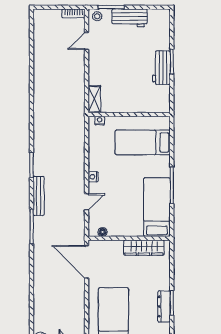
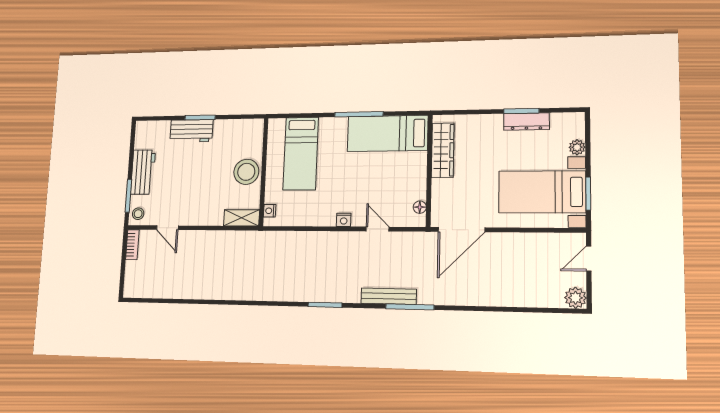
workbench: (161, 68) -> (191, 131), moved
stool: (129, 101) -> (246, 172), added
bench: (39, 196) -> (389, 296), moved

